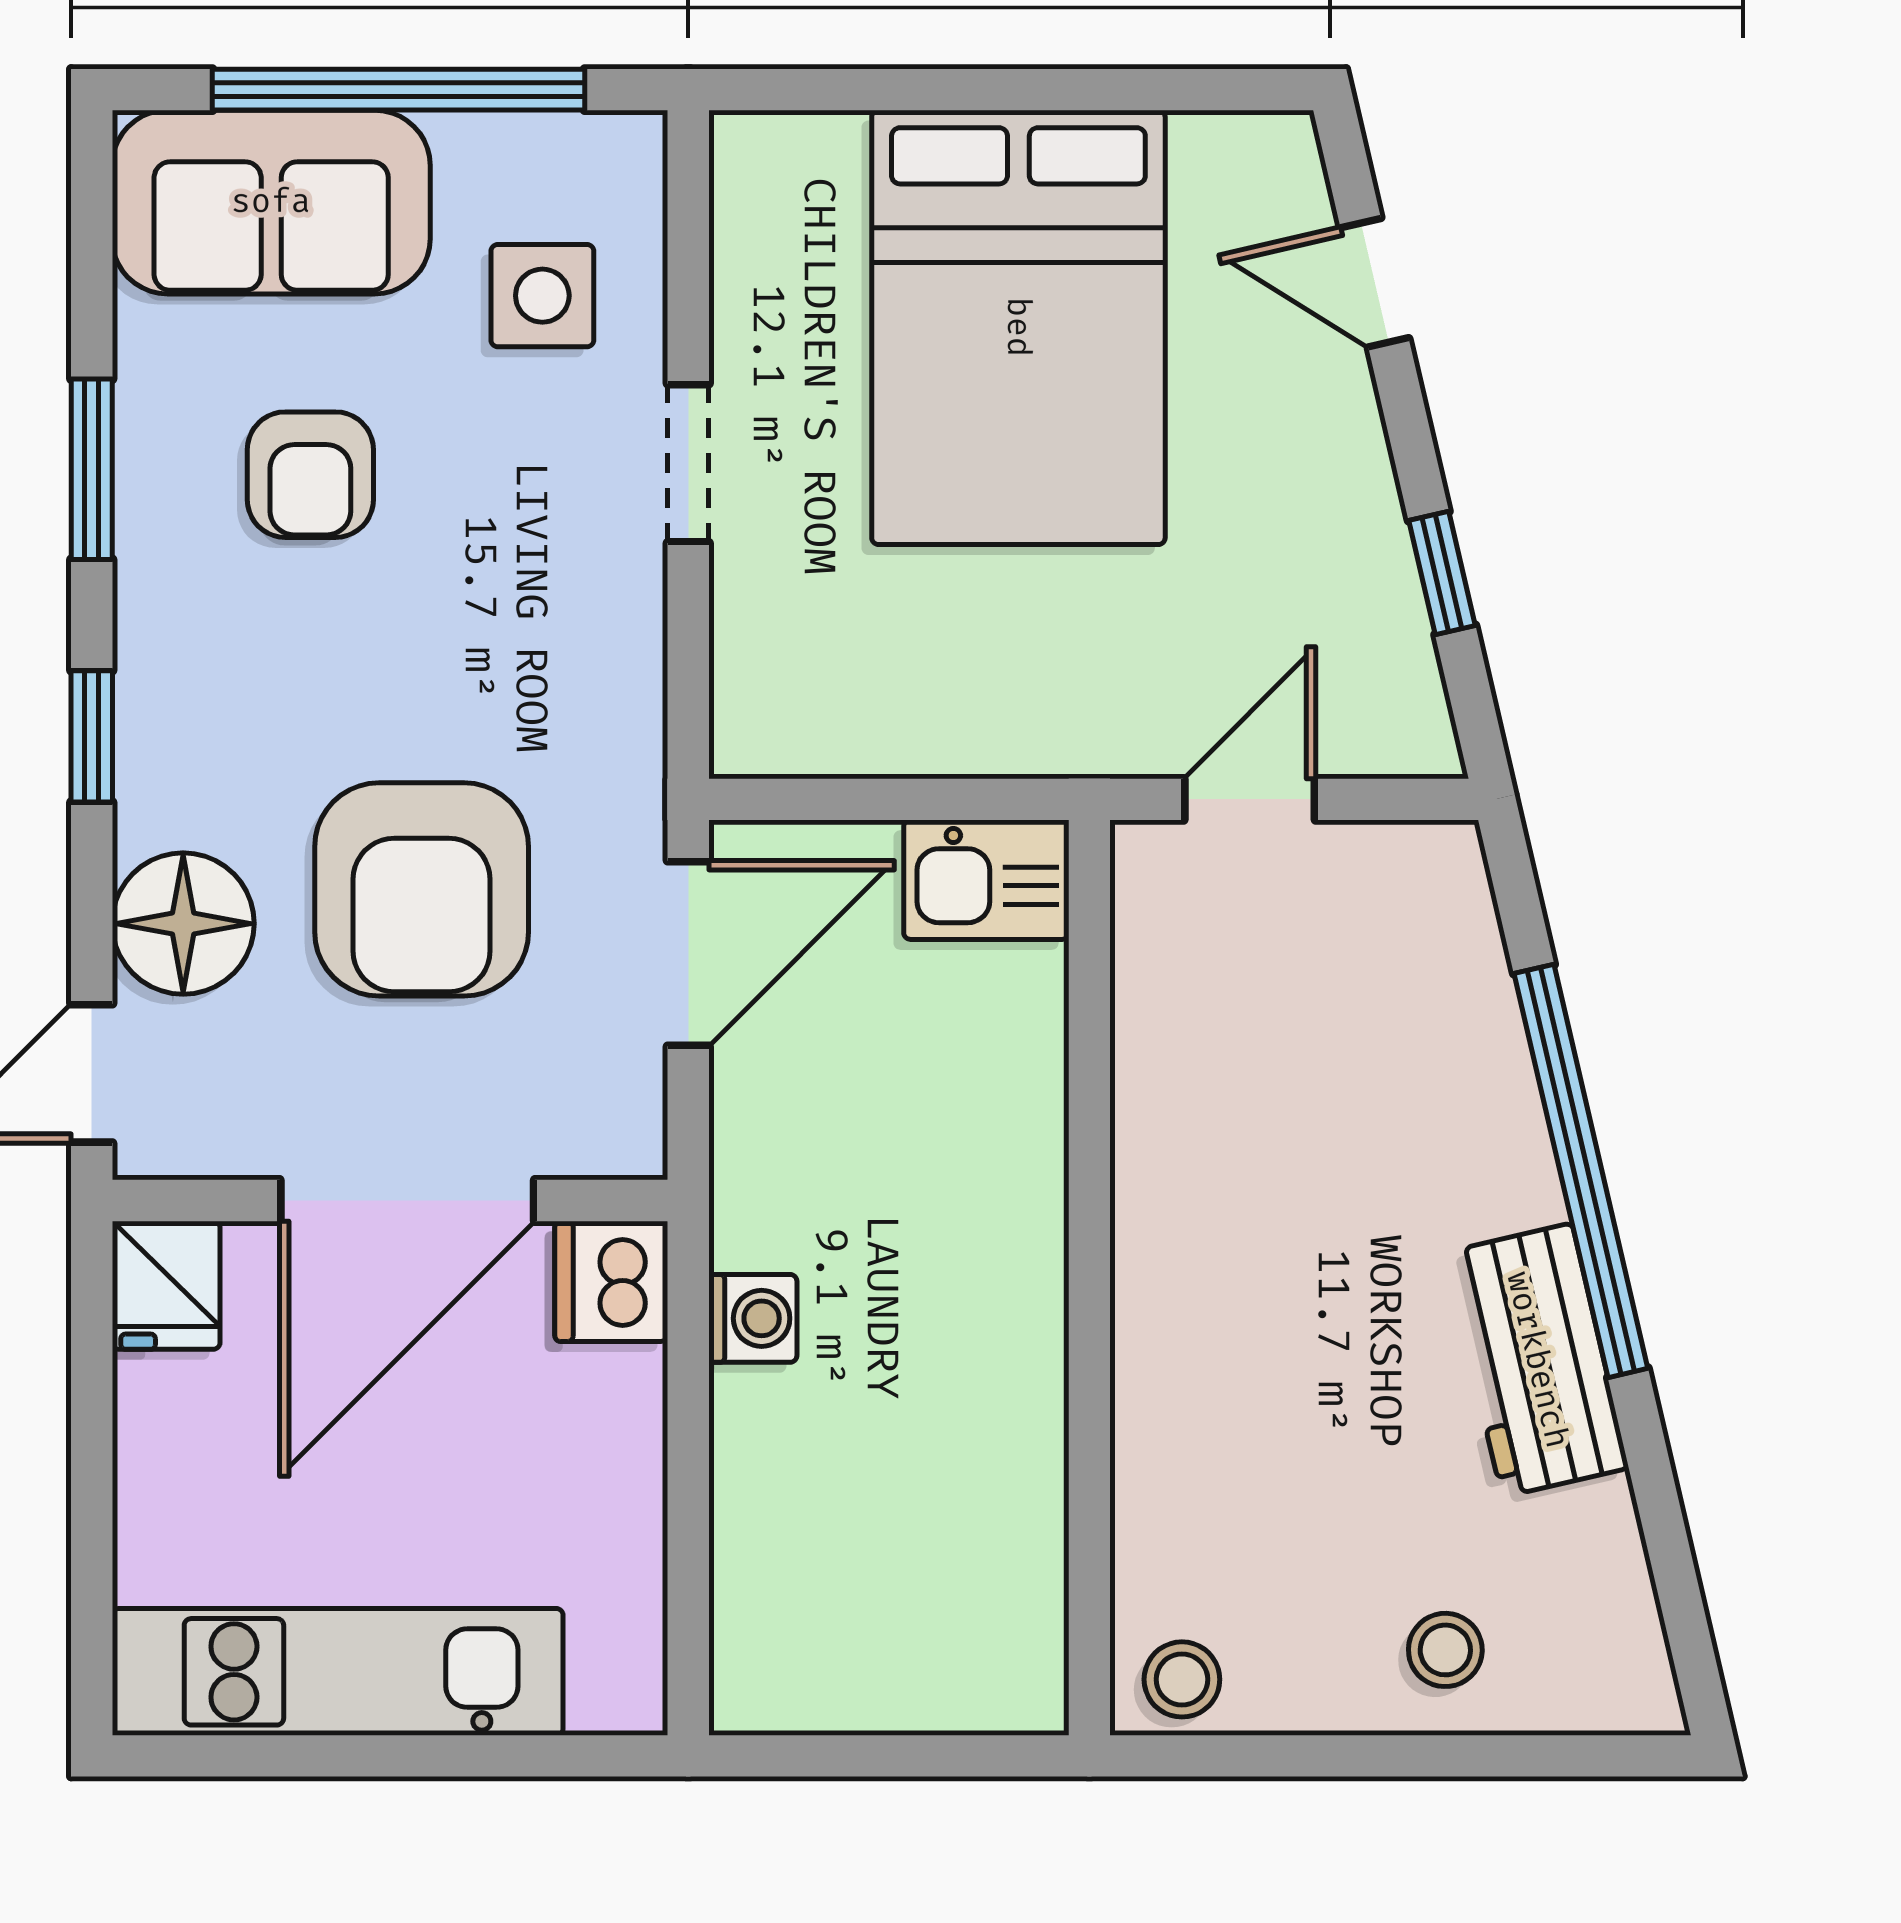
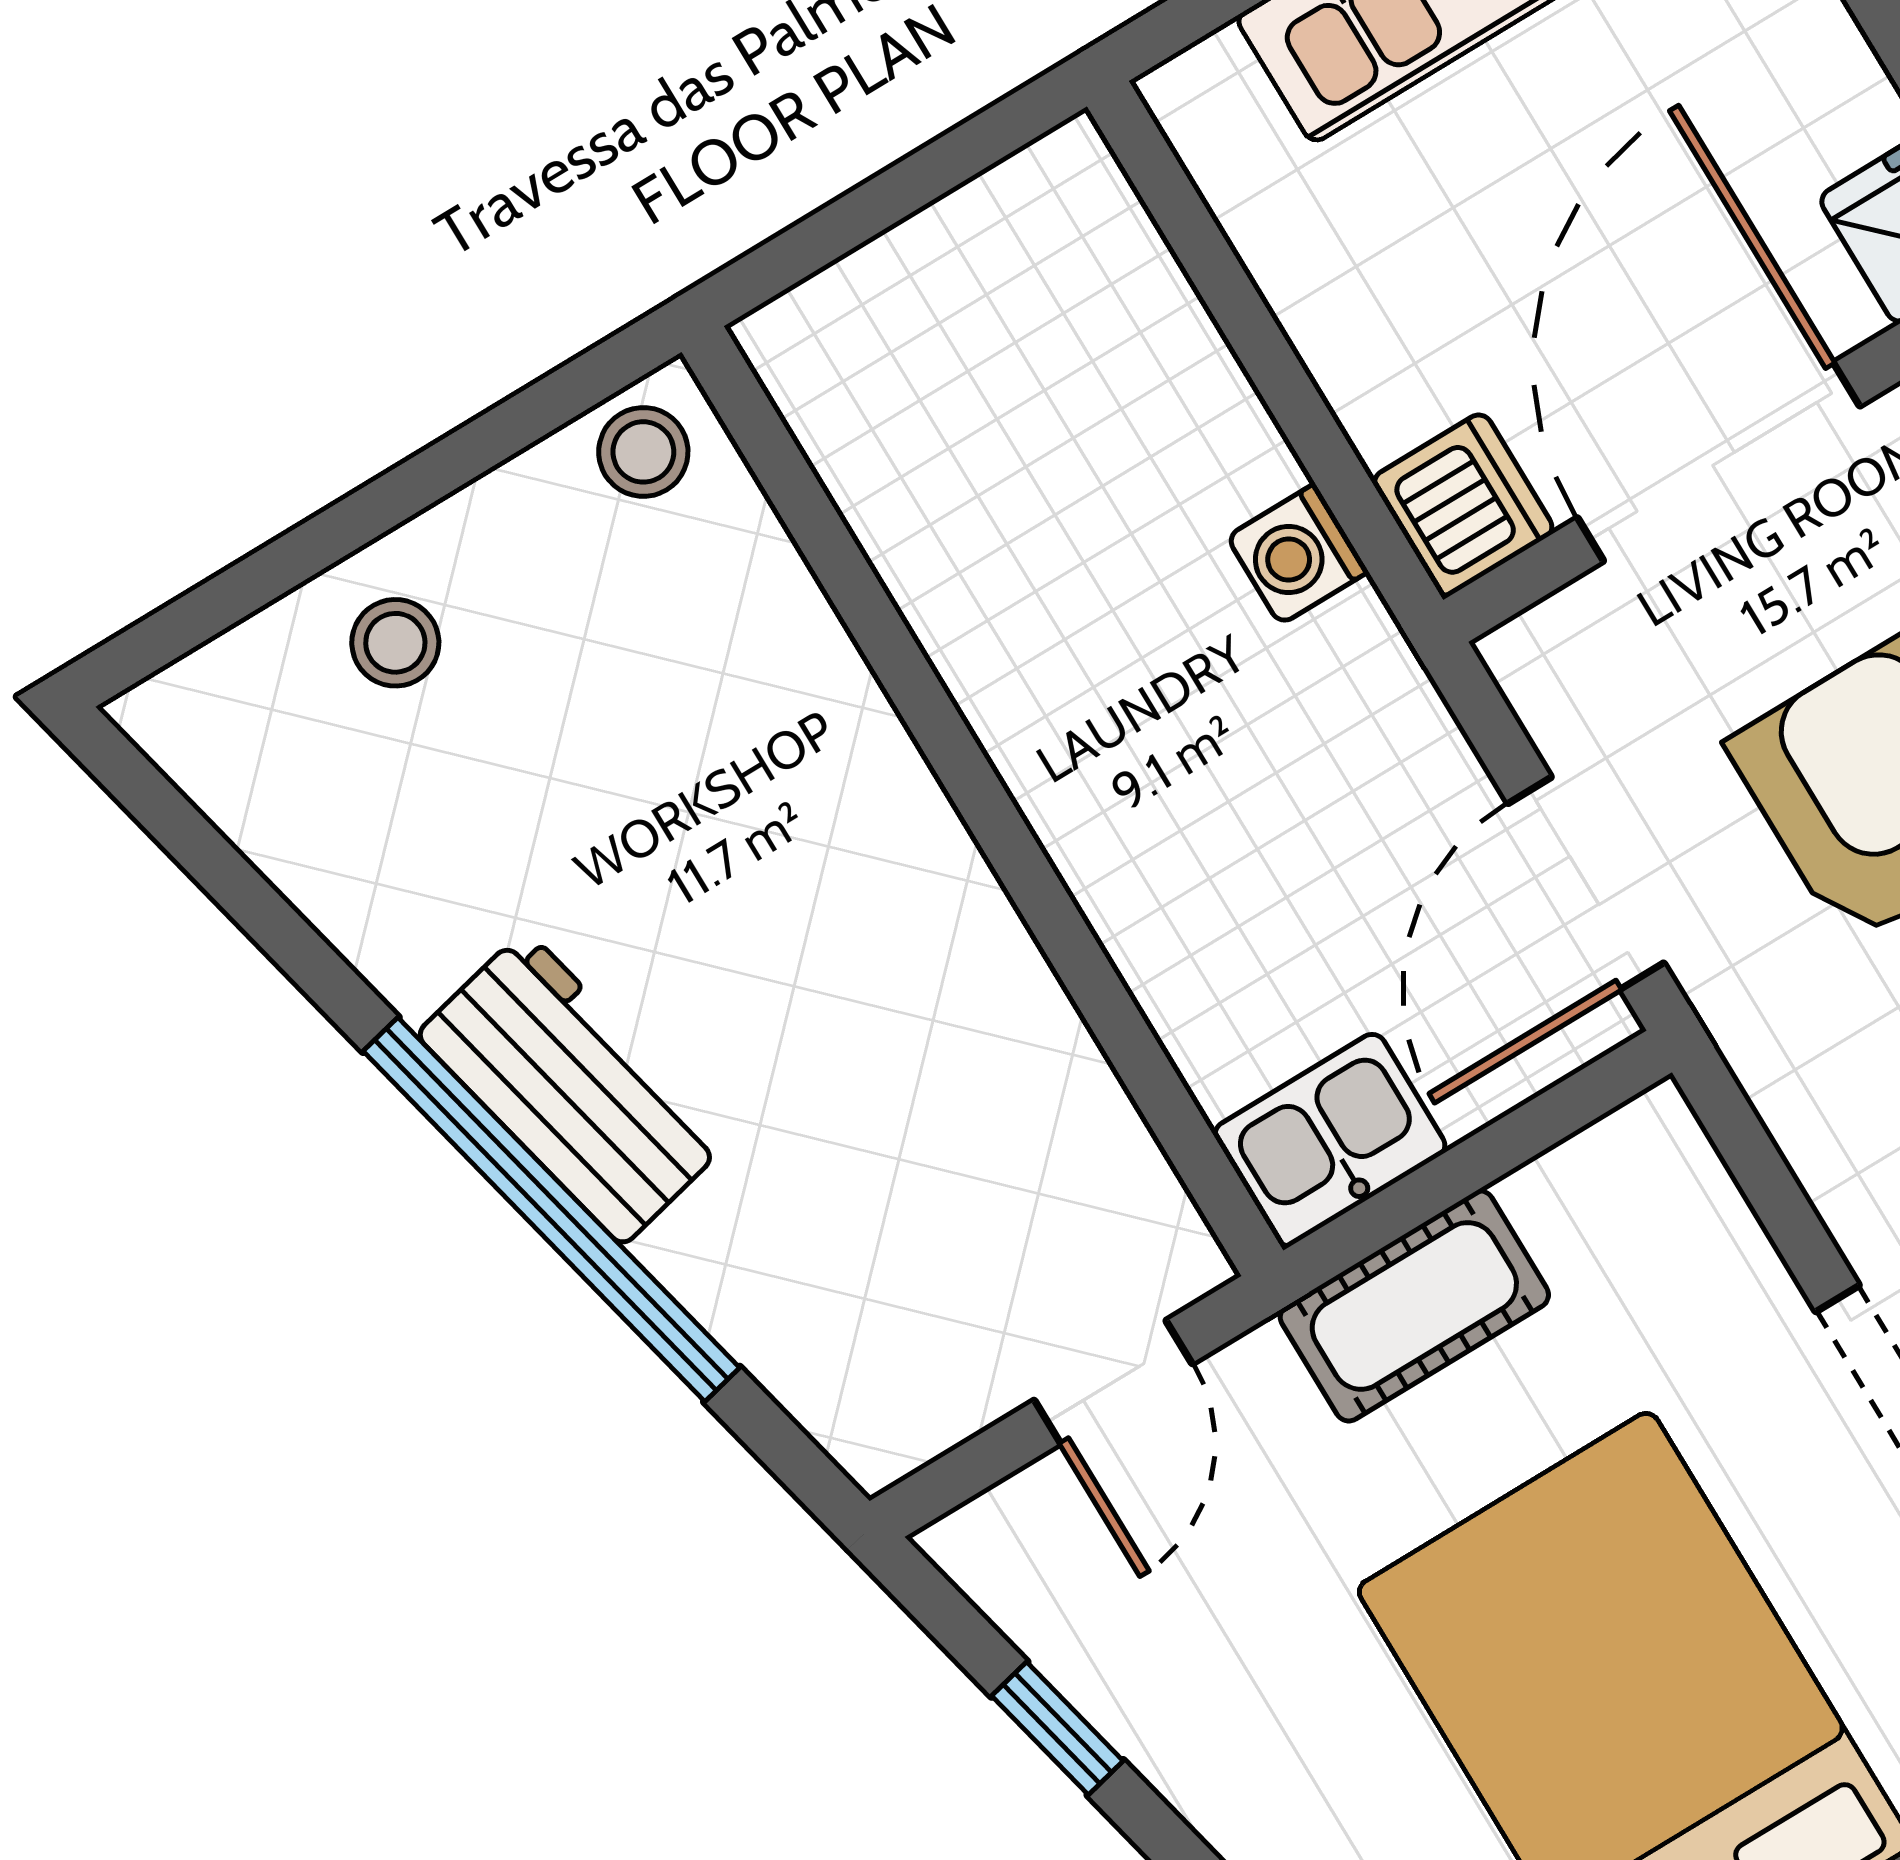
cot: (998, 722) -> (1414, 1306), added
workbench: (1537, 1360) -> (574, 1087), moved

